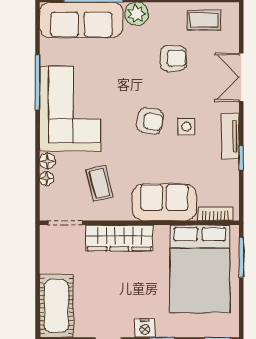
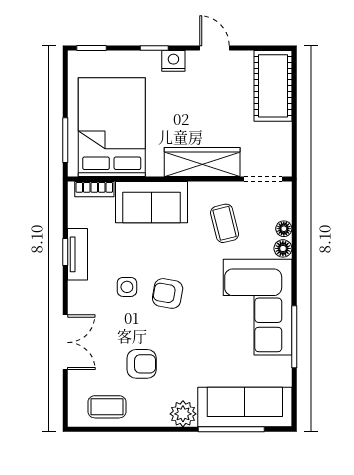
armchair: (173, 58) -> (142, 364), turned 180
tv unit: (230, 136) -> (78, 254), moved

